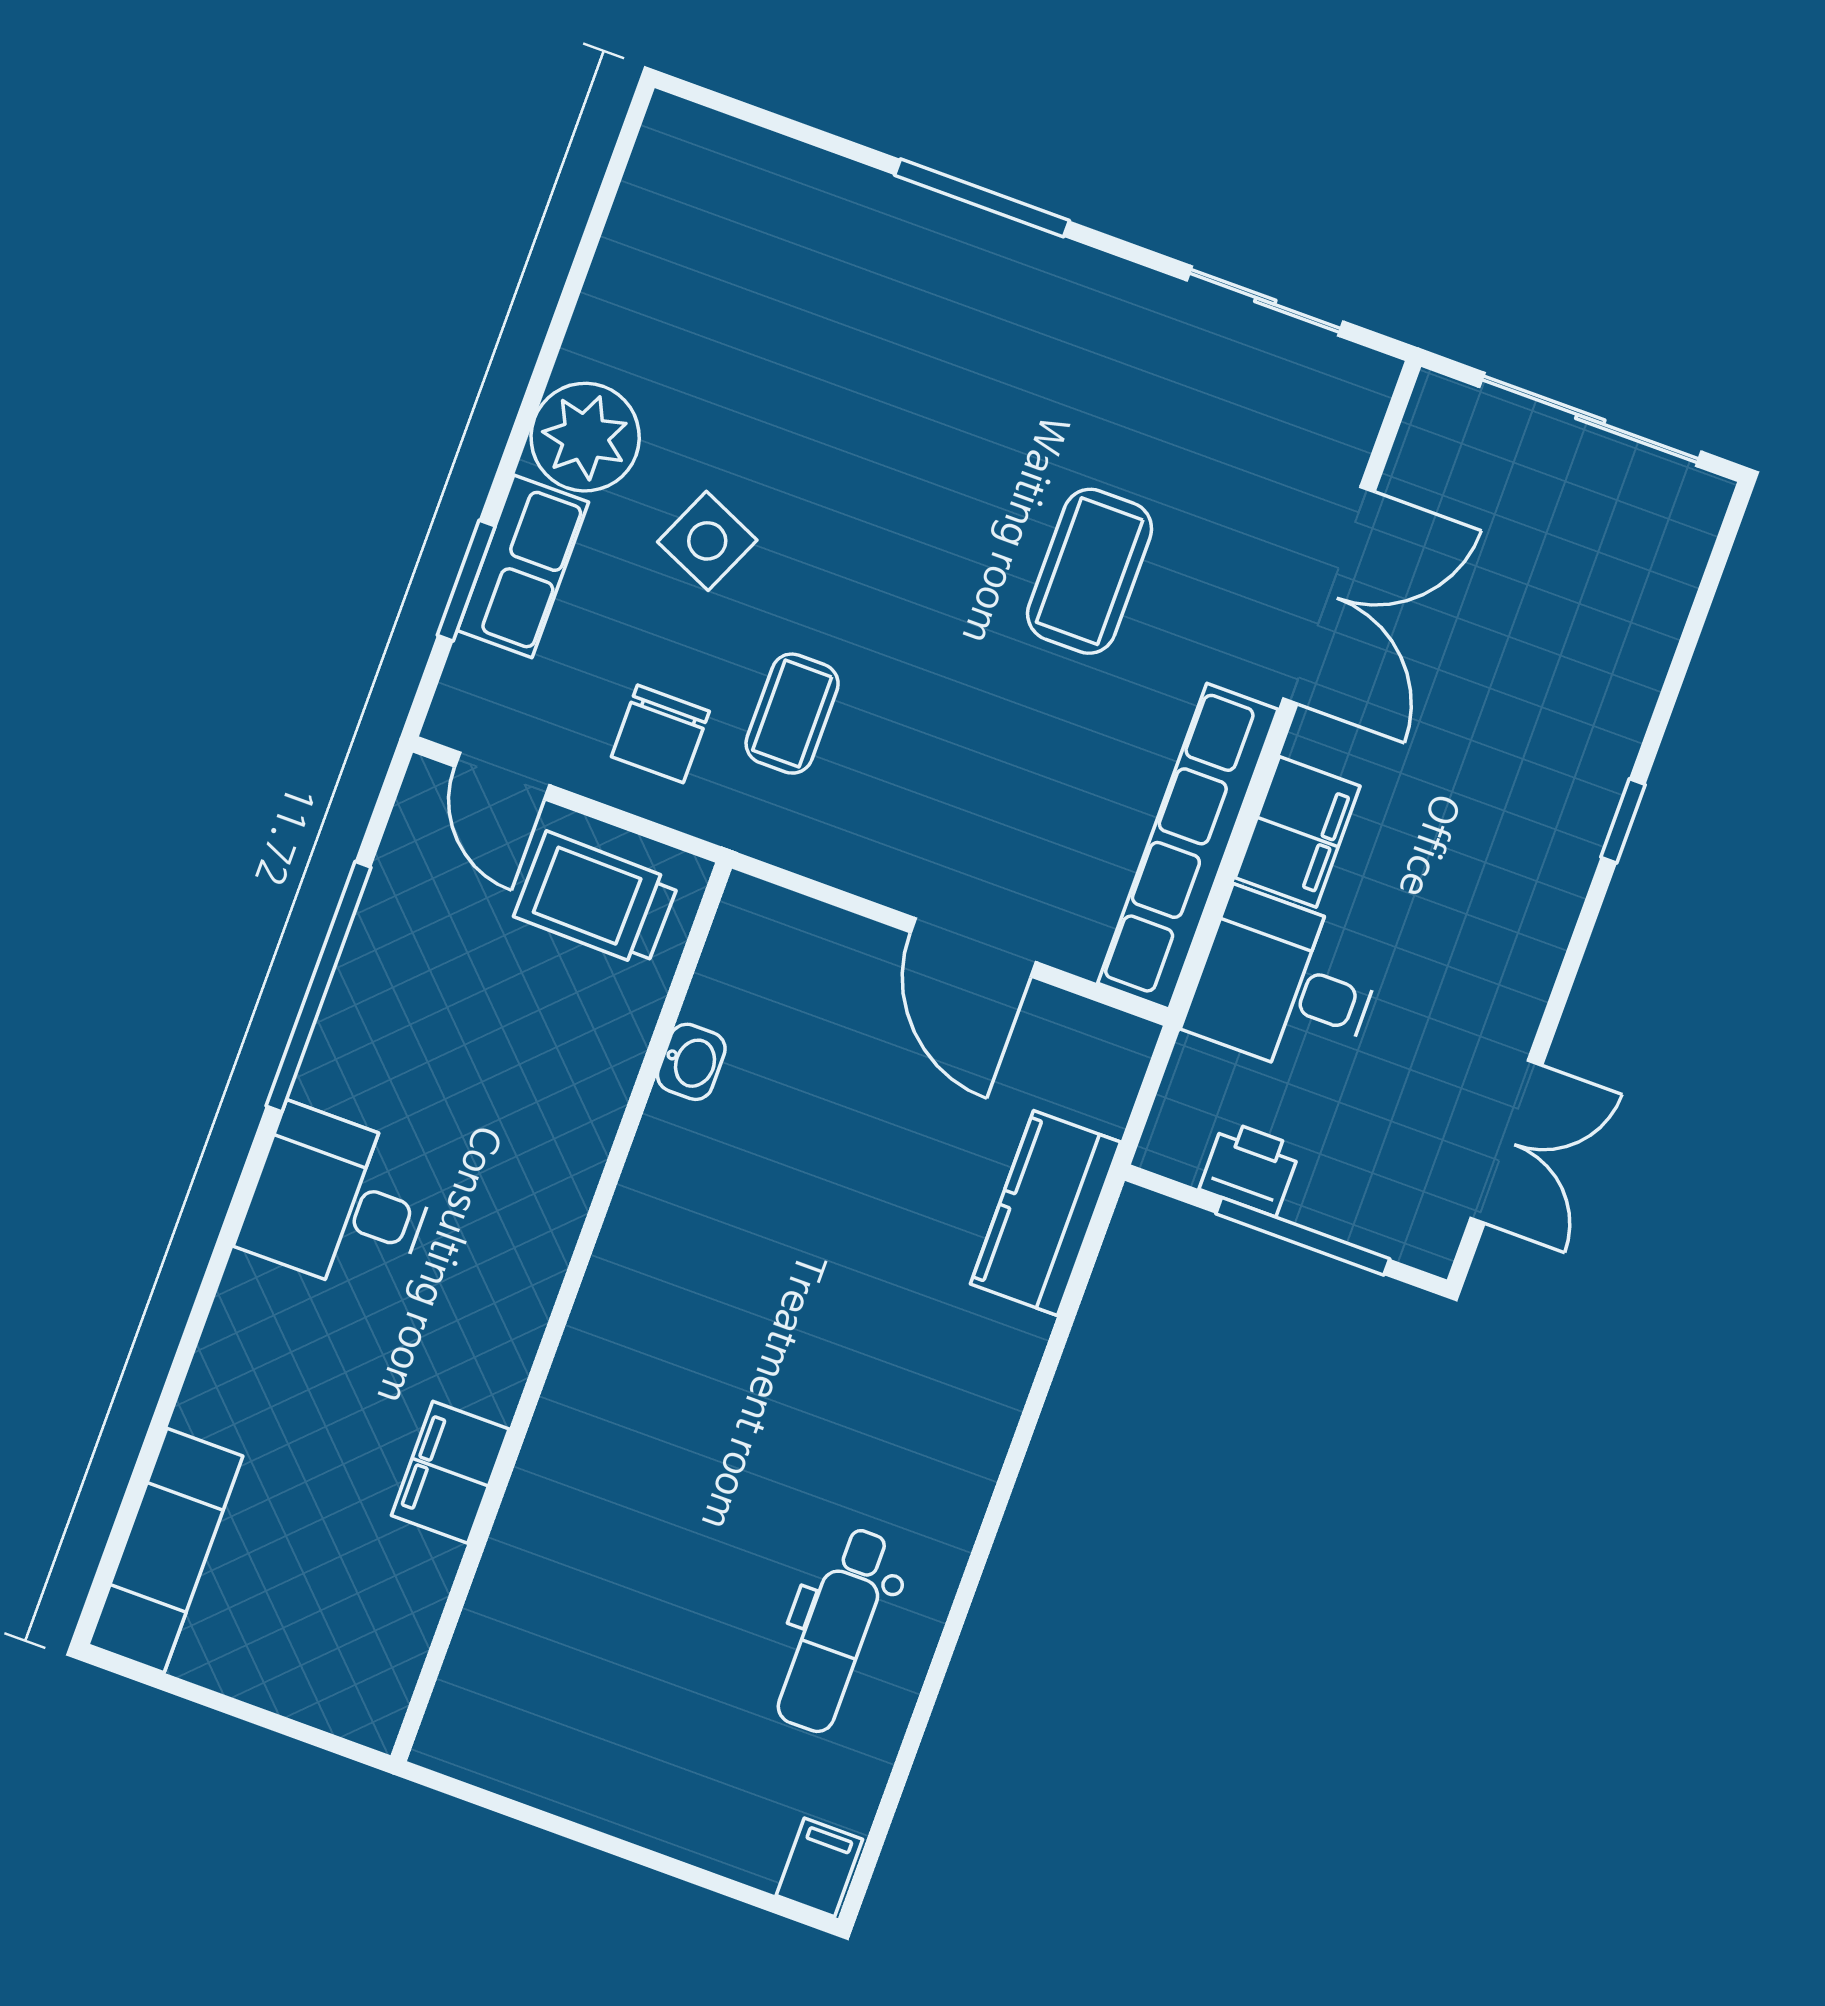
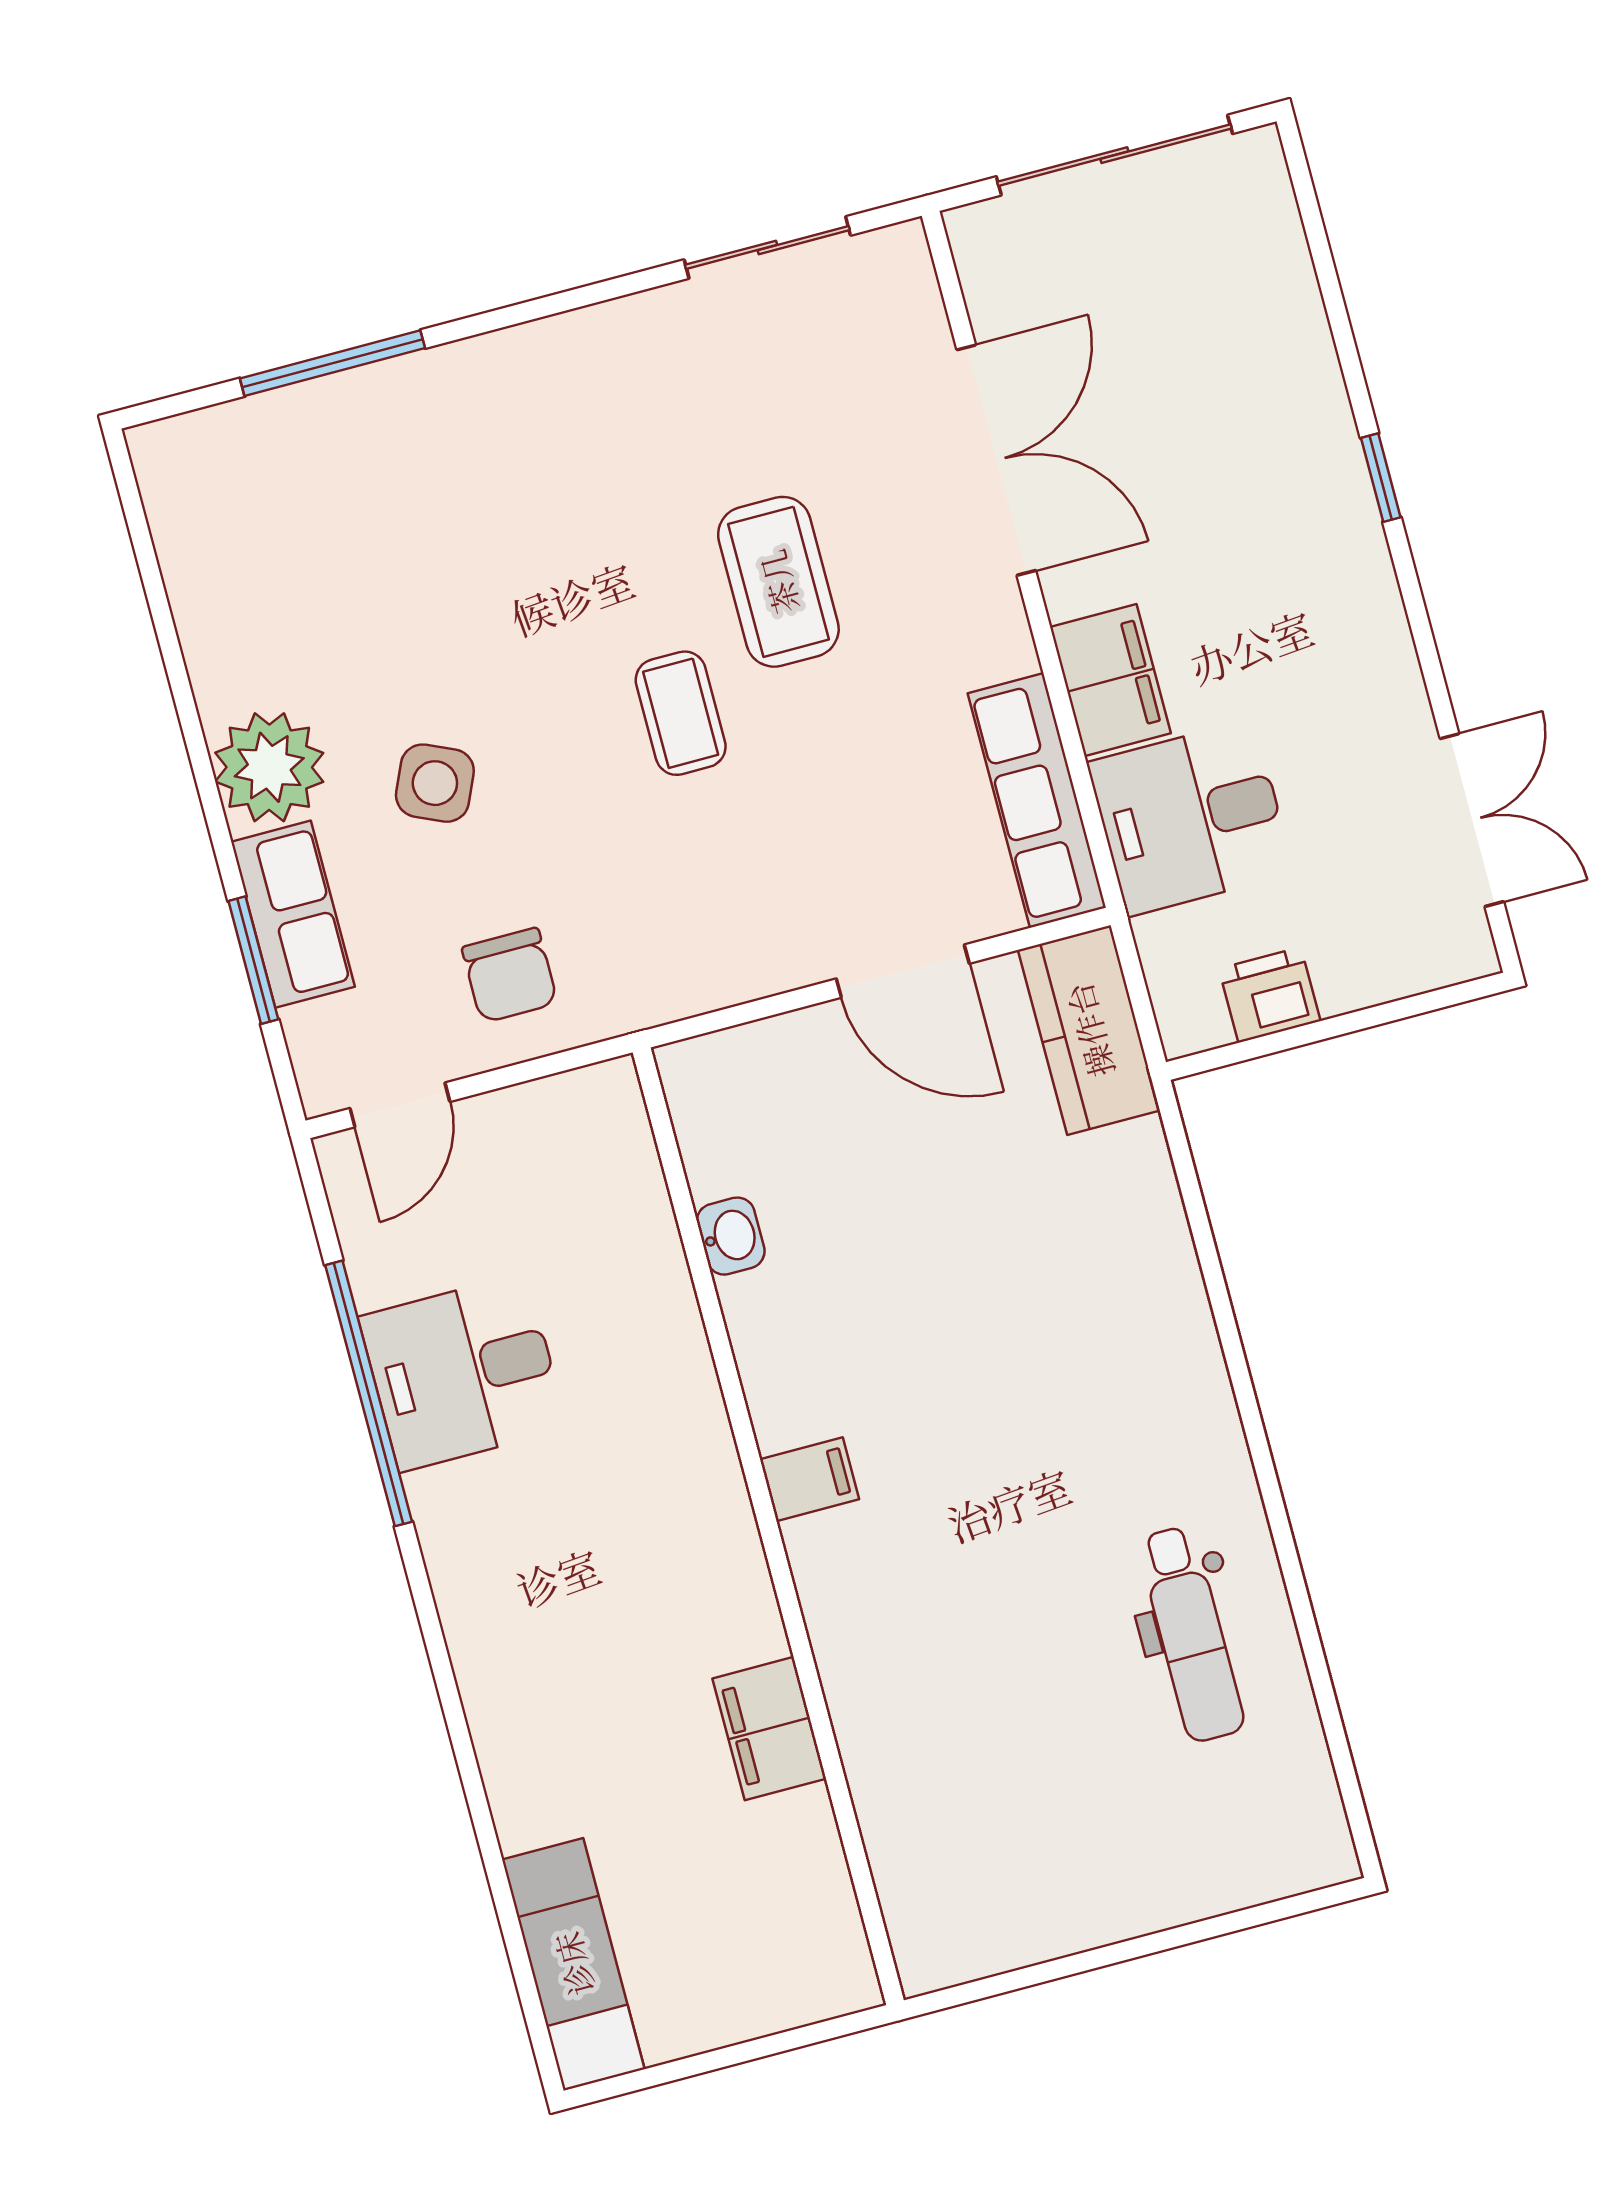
window: (982, 198) -> (332, 363), moved
coffee table: (792, 714) -> (681, 713), moved
door: (502, 776) -> (400, 1105), hinge flipped
row of seats: (1188, 846) -> (1037, 800), width x0.73
trolley: (596, 899) -> (553, 1154), removed
desk: (339, 1202) -> (463, 1372), moved
kitchen counter: (1046, 1213) -> (1089, 1030), moved
window: (1303, 1236) -> (1355, 1021), removed
filing cabinet: (819, 1867) -> (810, 1479), moved, turned 90

